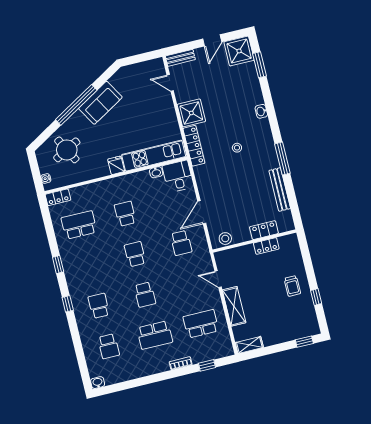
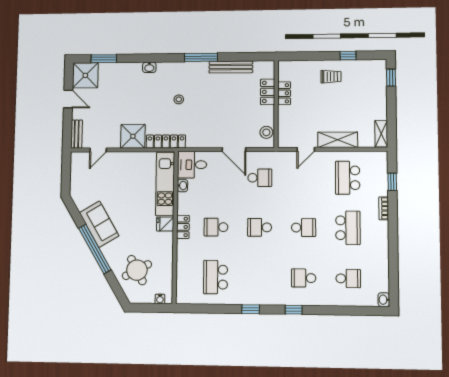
locker: (58, 197) -> (183, 227), moved

